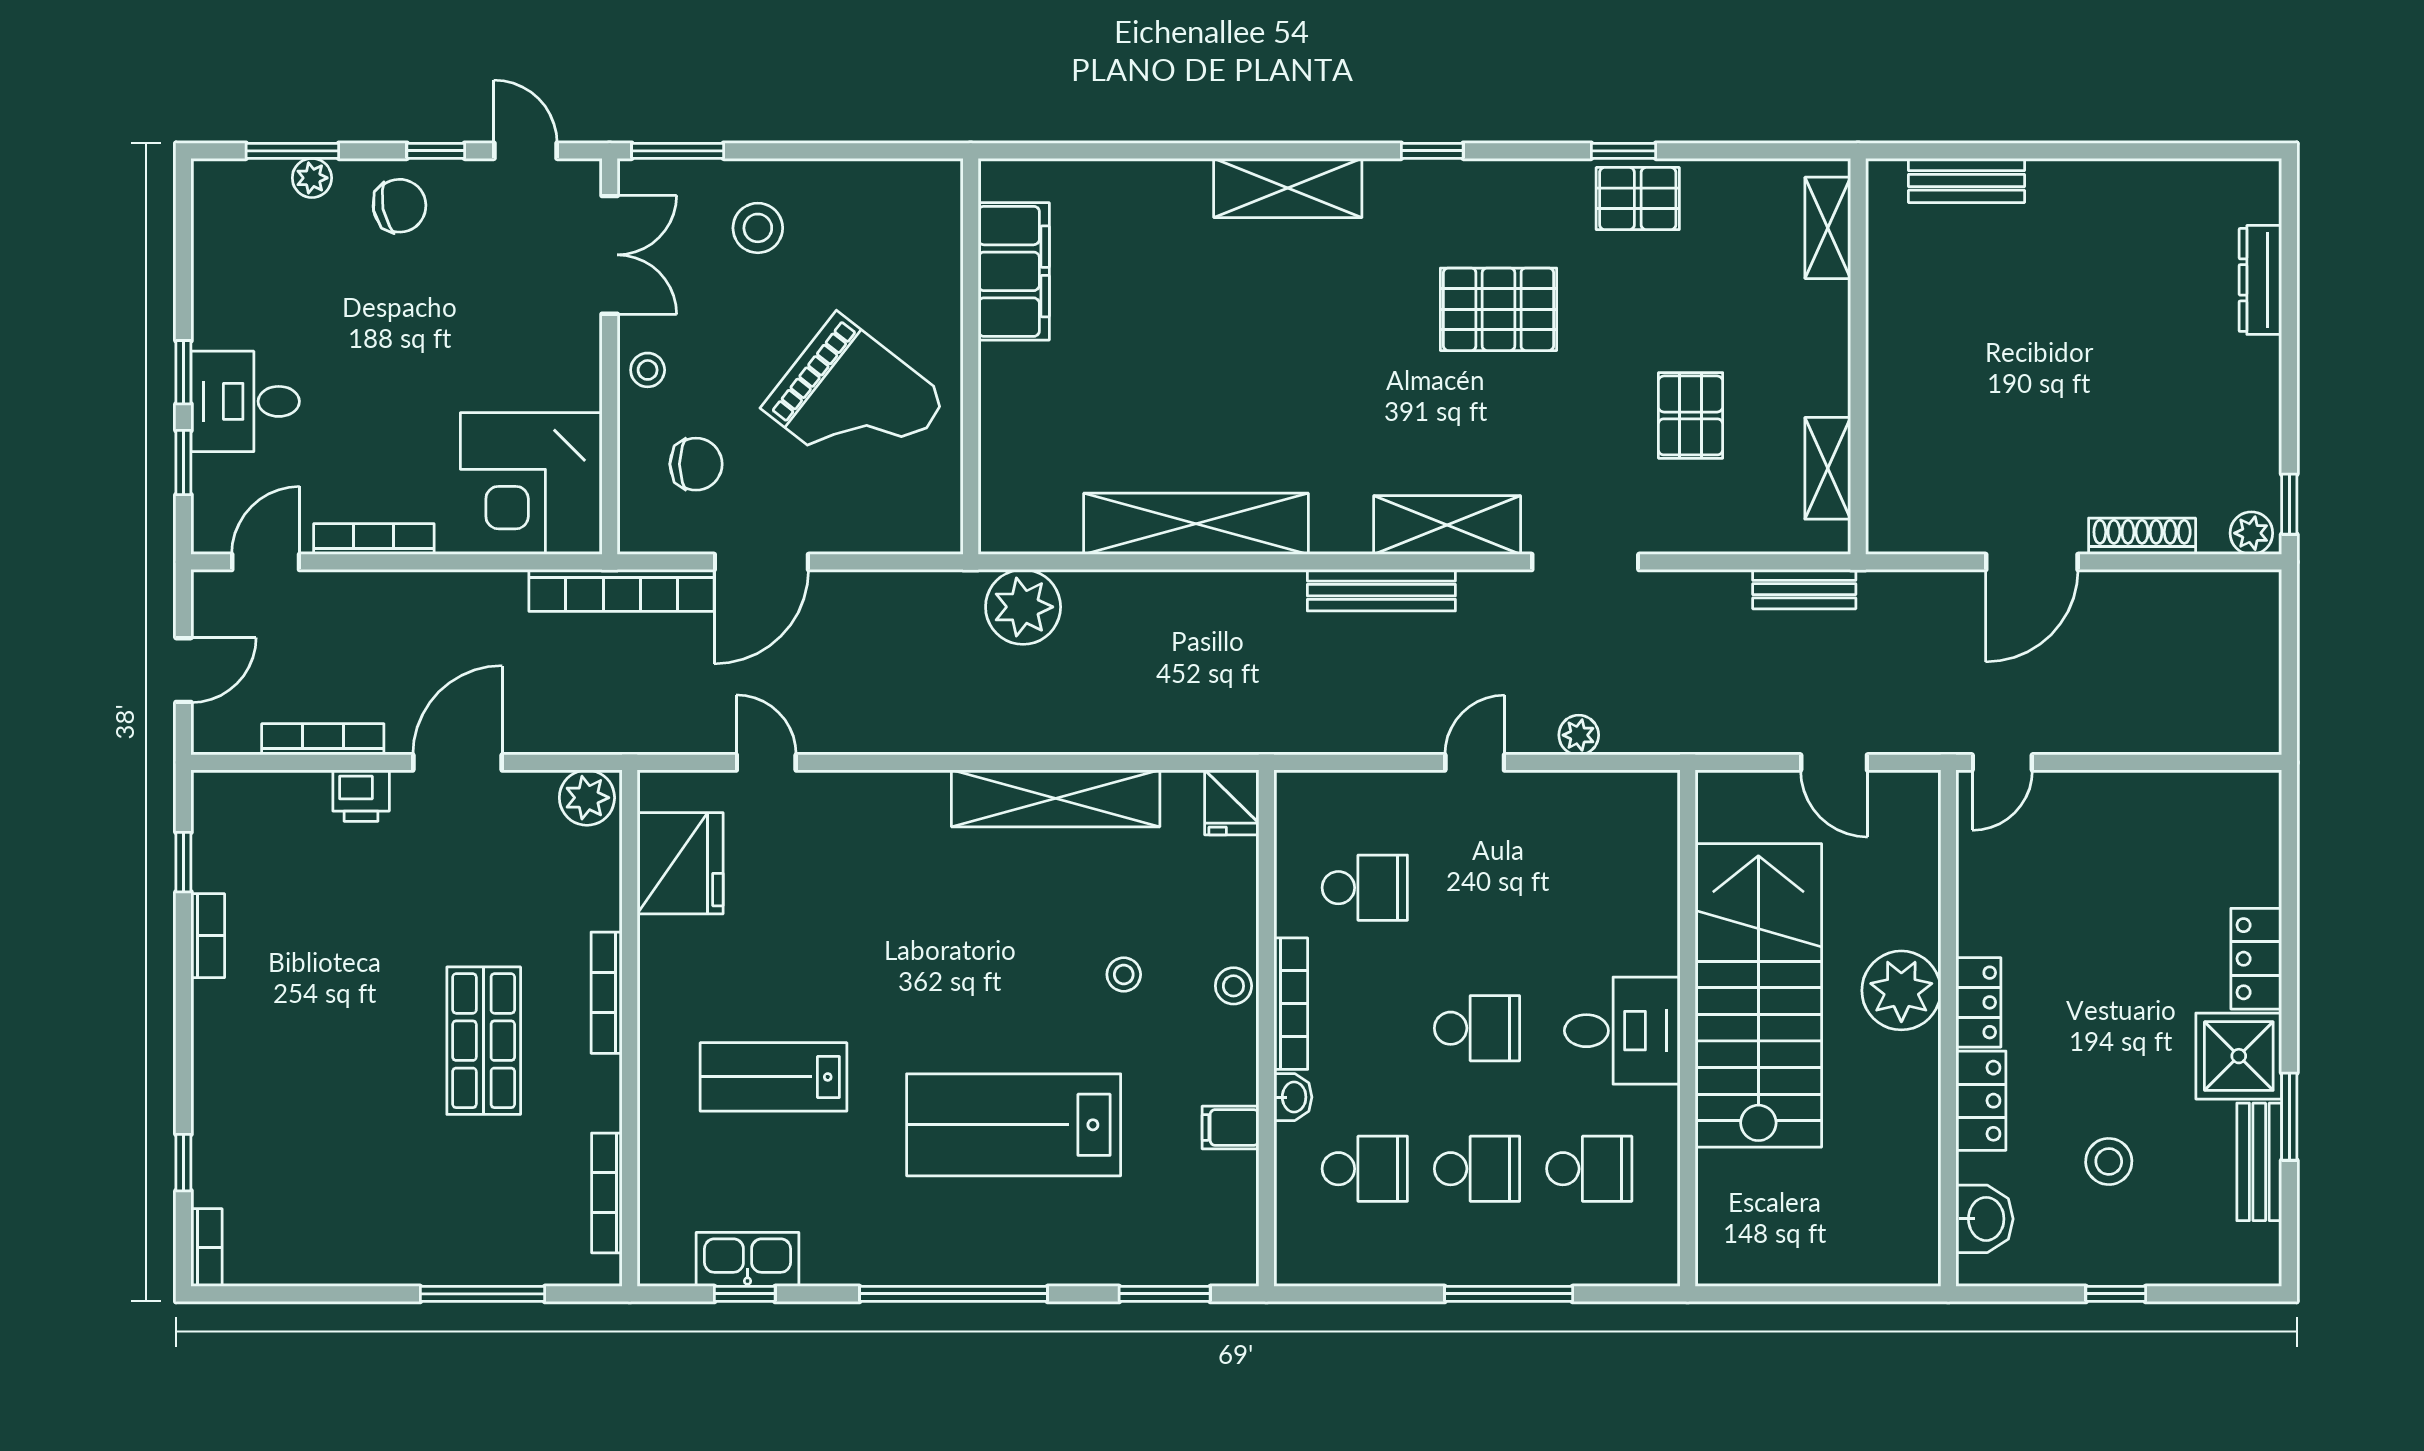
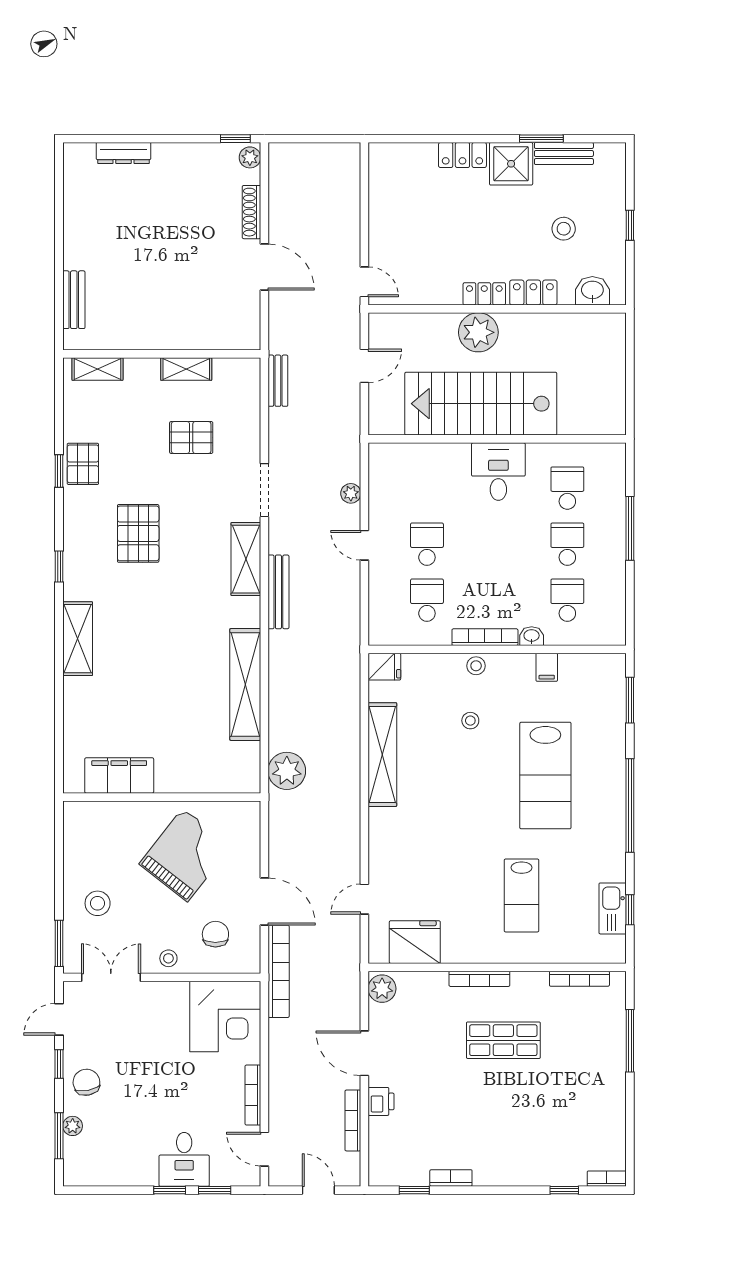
shelving: (1828, 468) -> (186, 369), moved
school desk: (1477, 1028) -> (427, 544), moved

